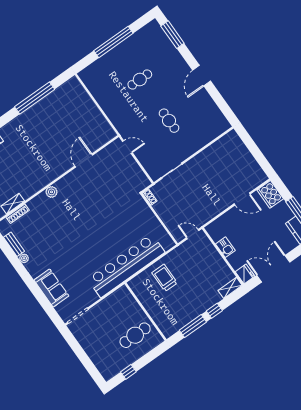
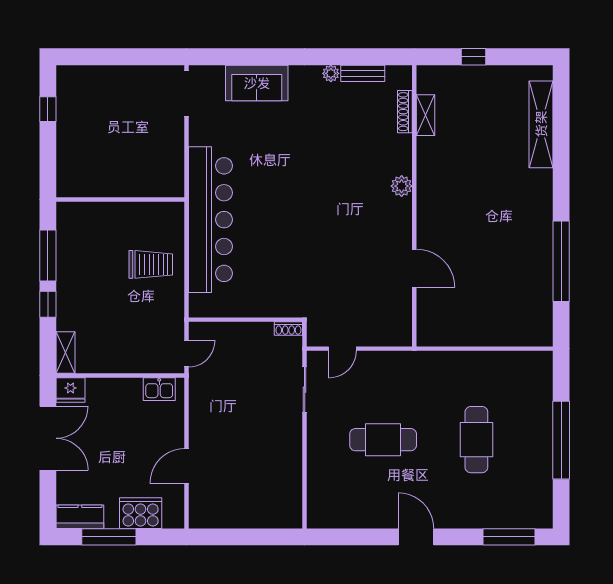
cafe table: (140, 79) -> (476, 440), width x1.37, depth x1.35
cafe table: (169, 121) -> (383, 440), width x1.37, depth x1.35
door: (127, 147) -> (342, 349), moved
cooker: (270, 194) -> (141, 513), moved
kitchen sink: (225, 247) -> (159, 389), moved
cafe table: (135, 335) -> (96, 159), removed

